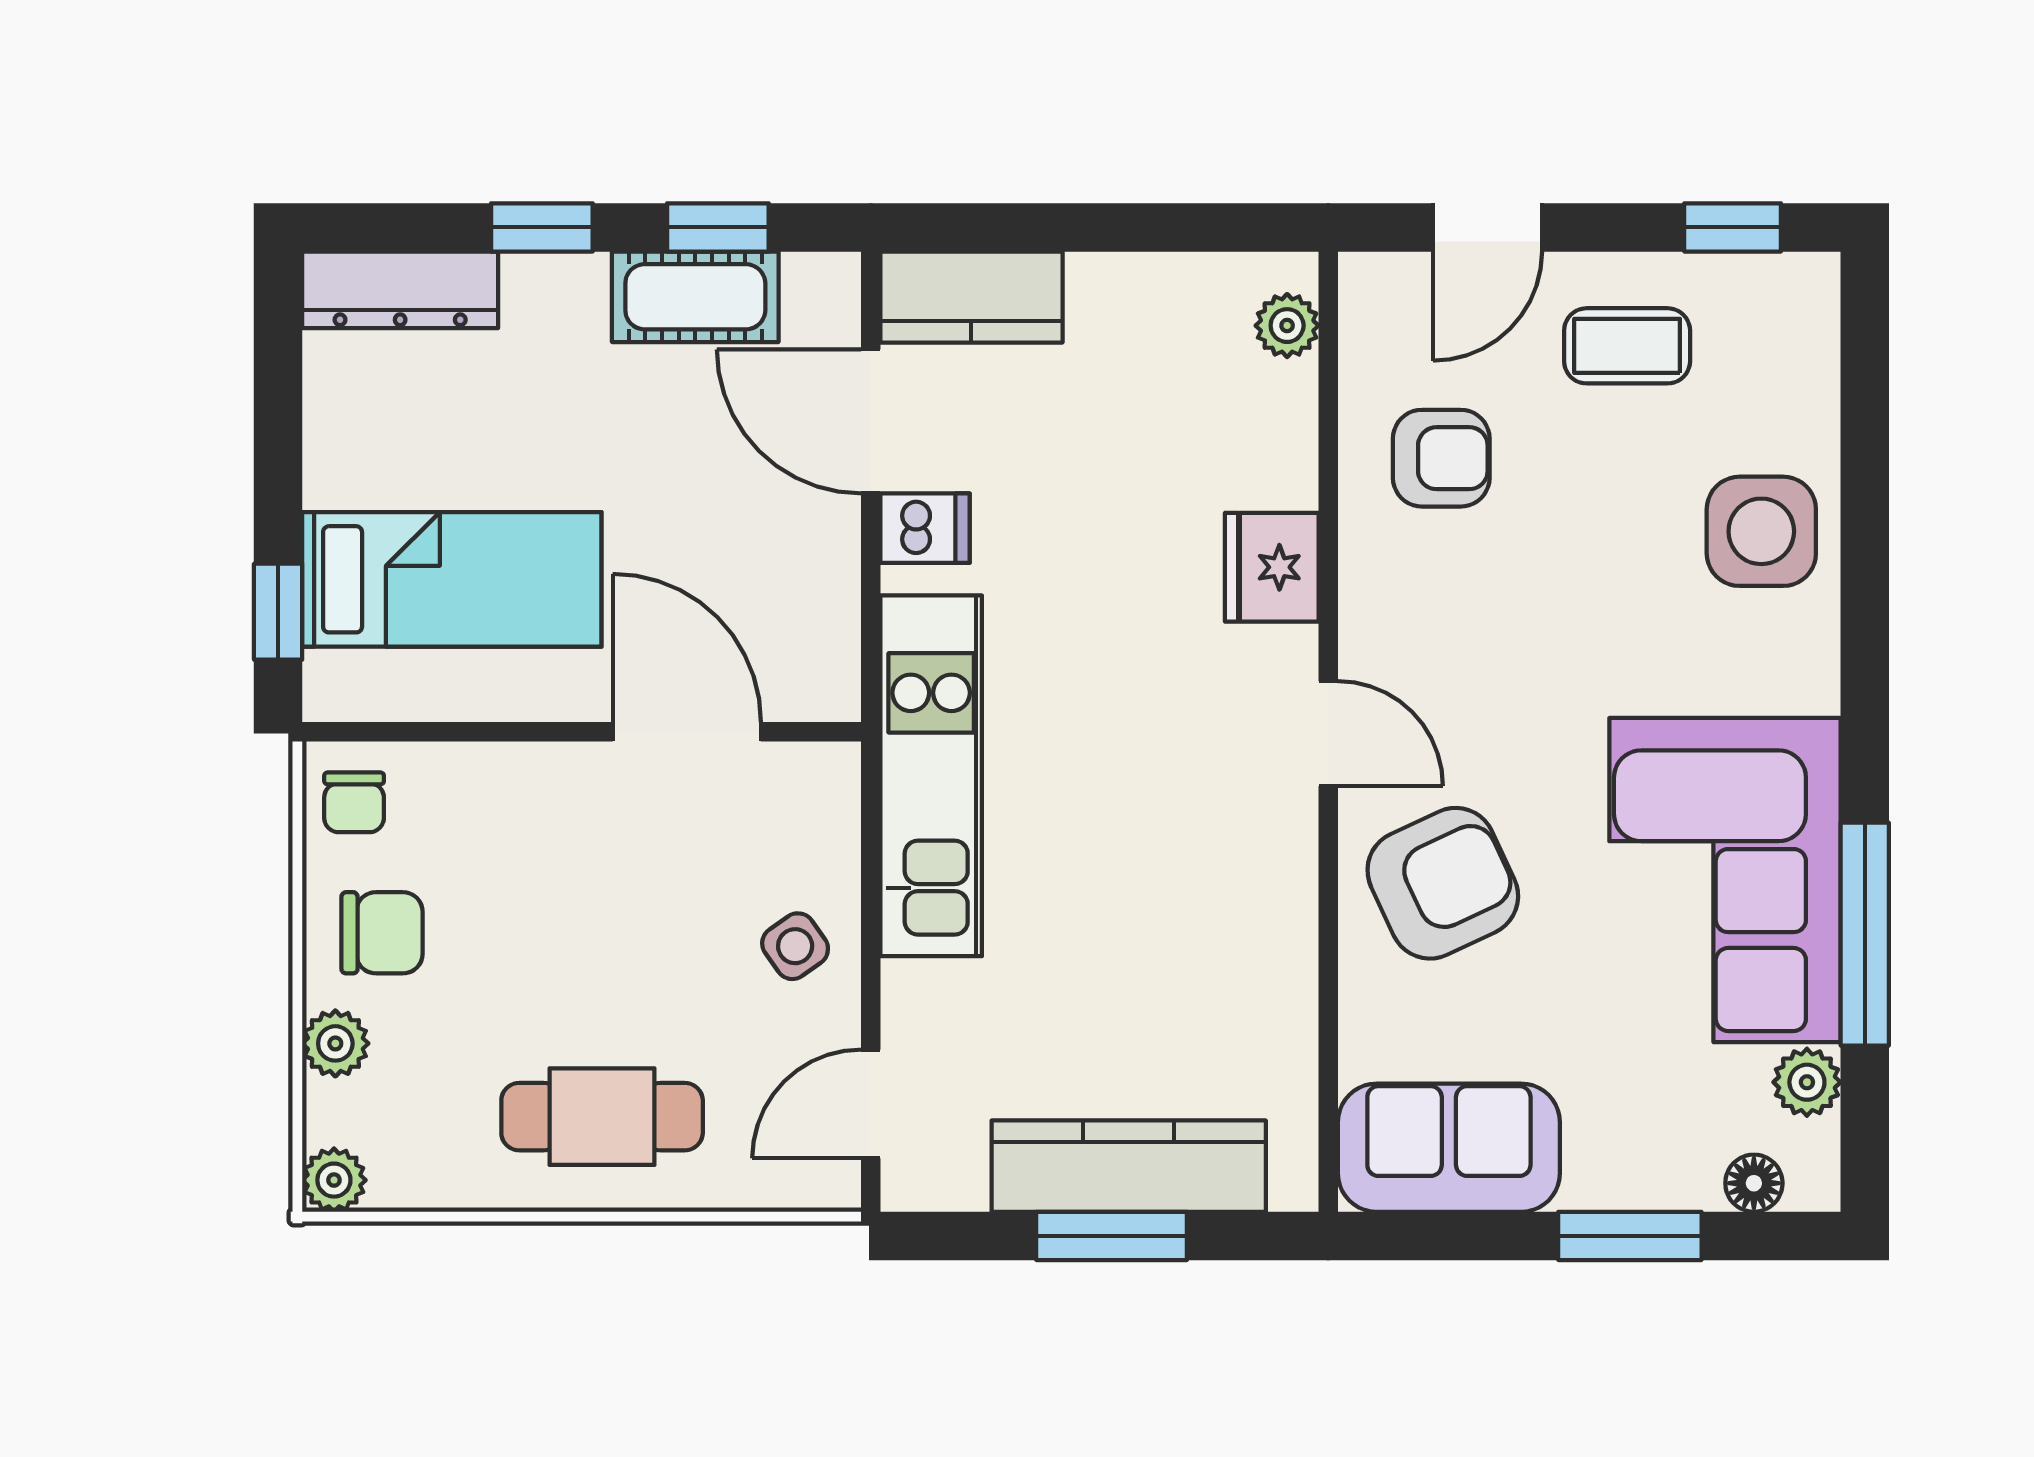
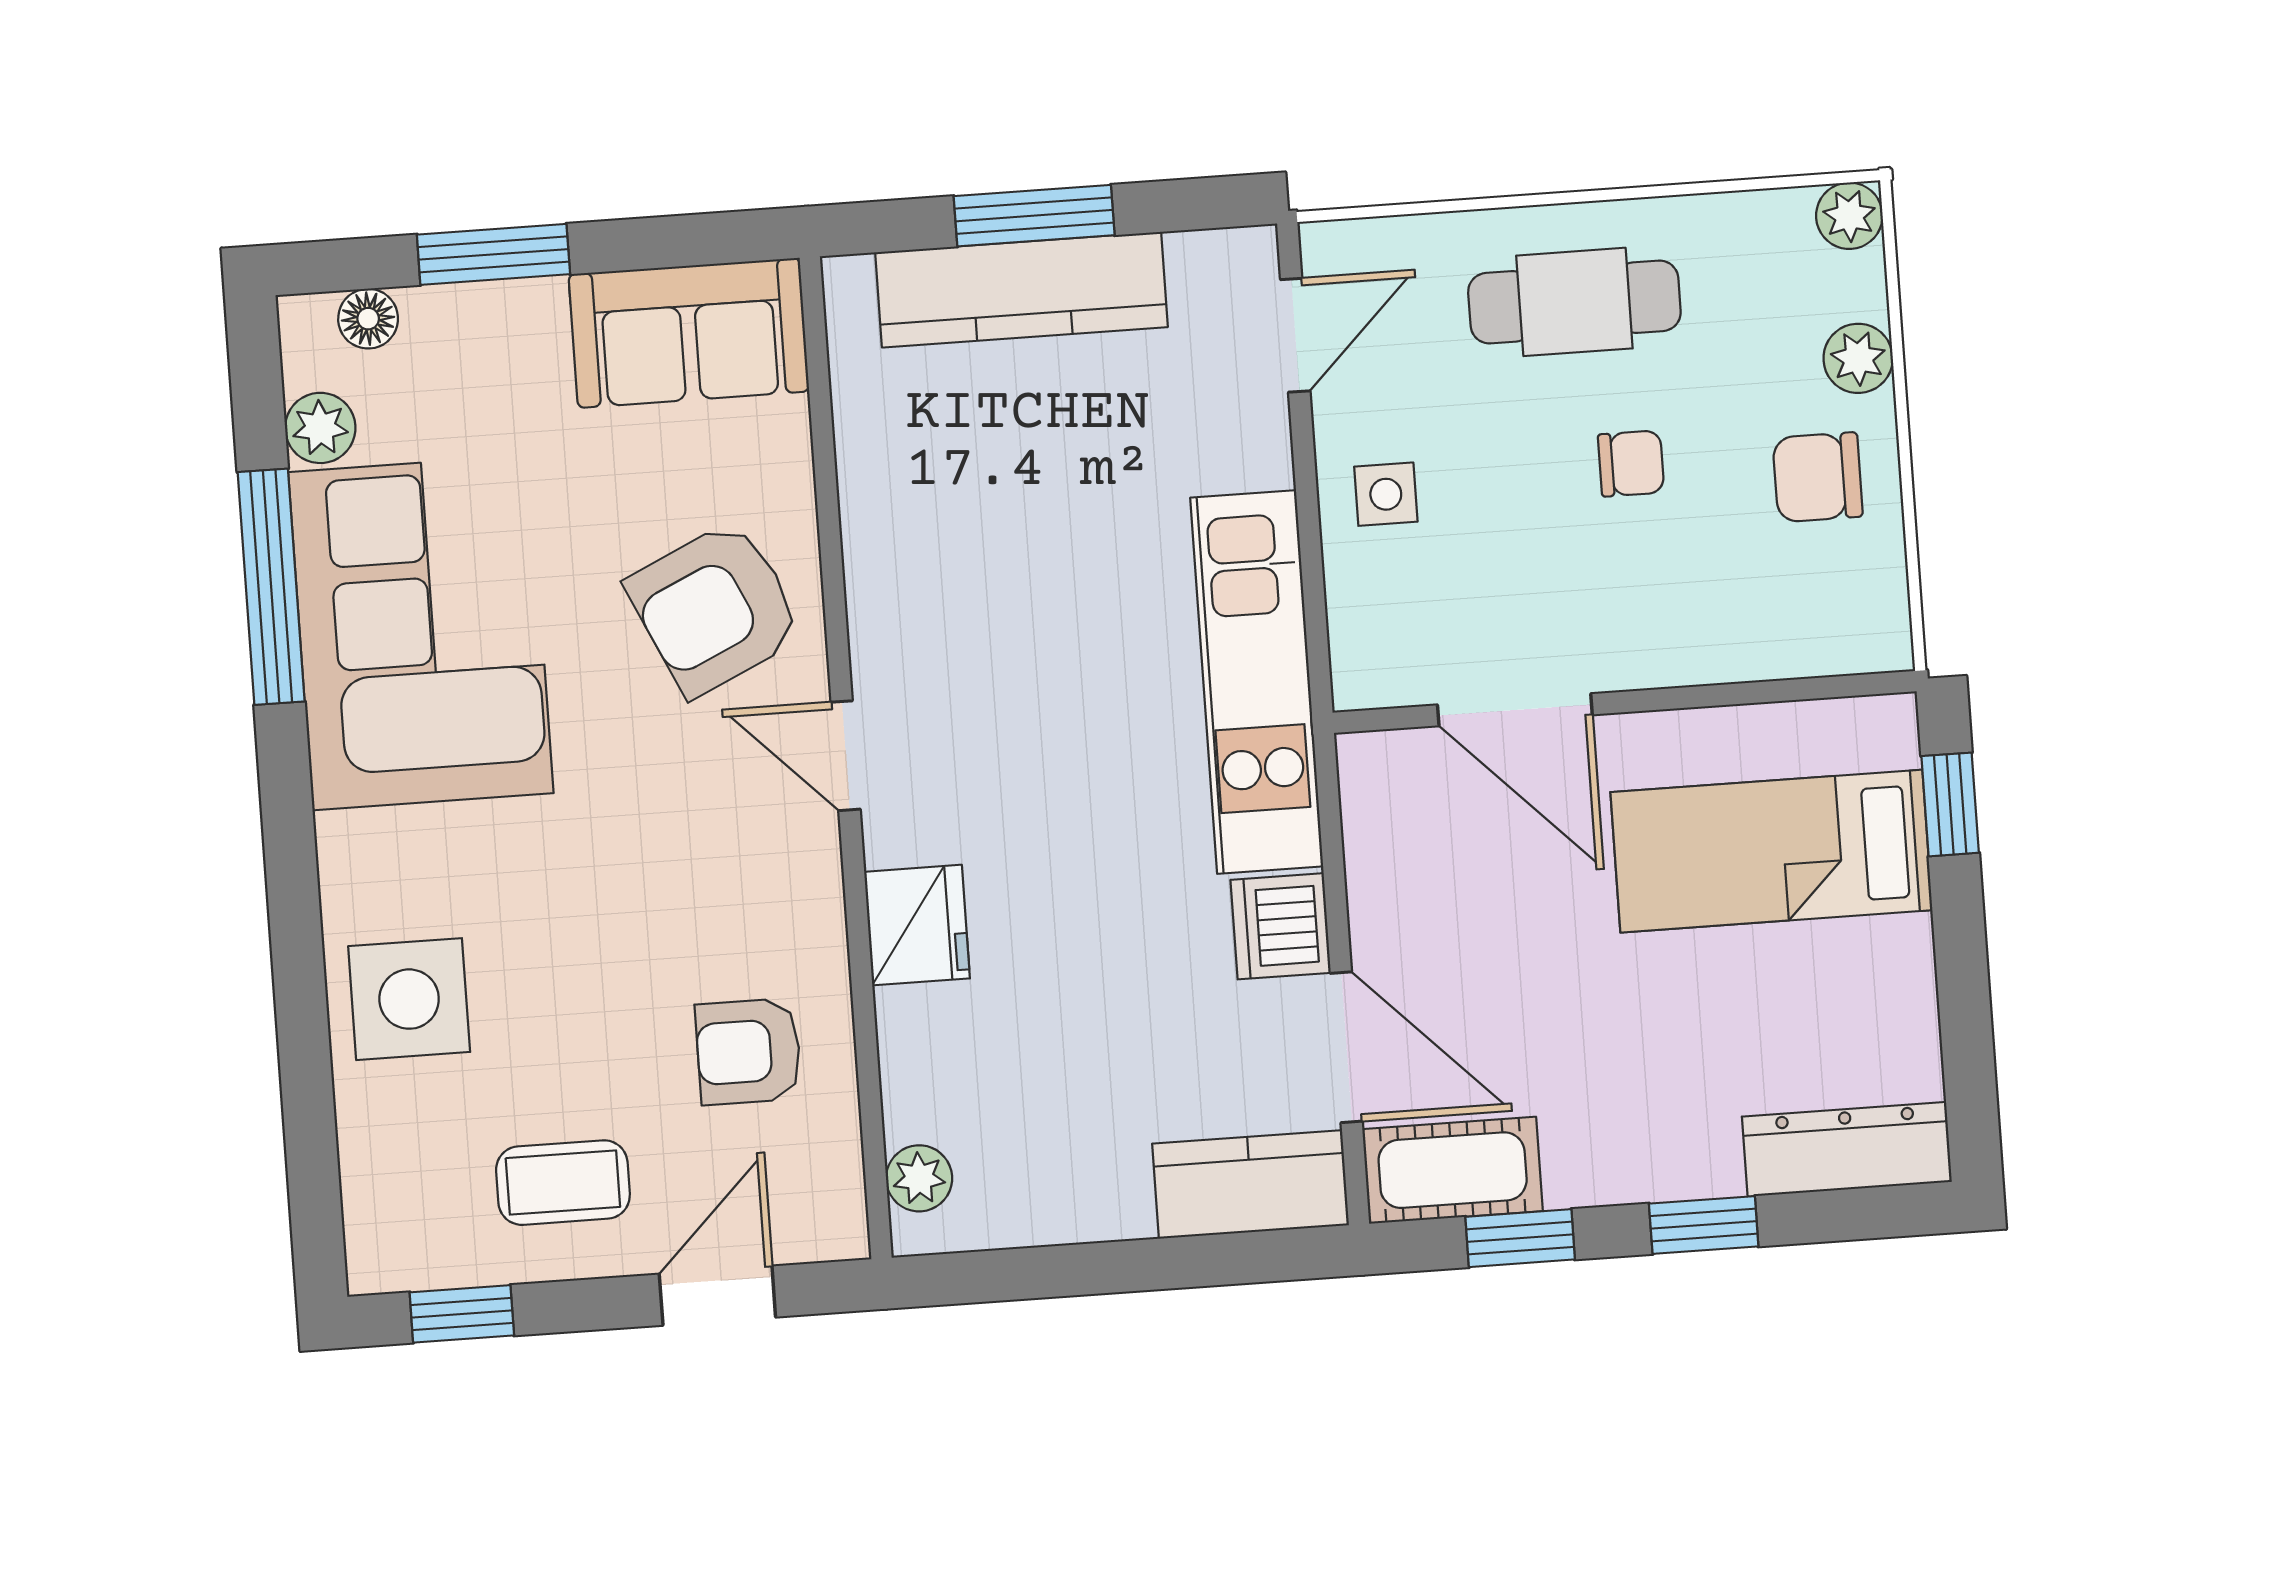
cot: (695, 297) -> (1453, 1170), moved
dishwasher: (925, 528) -> (1281, 926), width x1.38
chair: (354, 802) -> (1631, 463), moved, turned 90
side table: (795, 946) -> (1386, 494), turned 35

